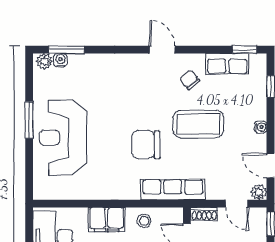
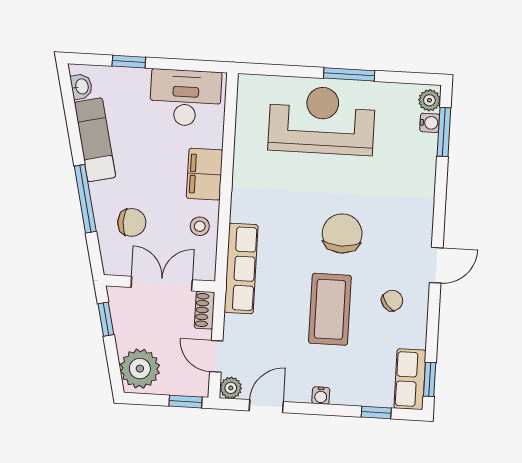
row of seats: (227, 64) -> (410, 379), moved
chair: (146, 145) -> (342, 233), moved
door: (237, 204) -> (216, 356), hinge flipped

